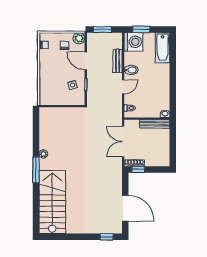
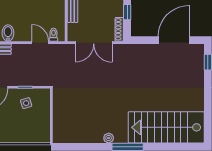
door: (123, 87) -> (40, 43), moved
window: (138, 169) -> (127, 12), moved

